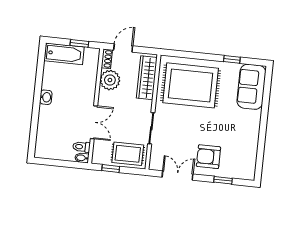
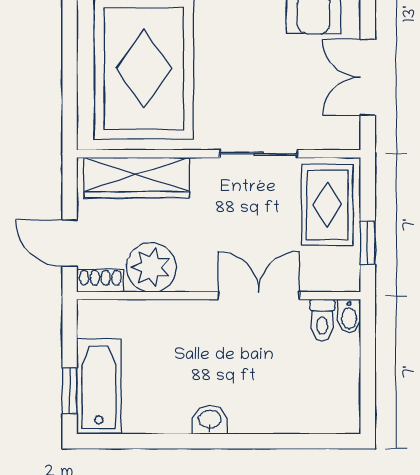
window: (79, 43) -> (70, 391), moved

